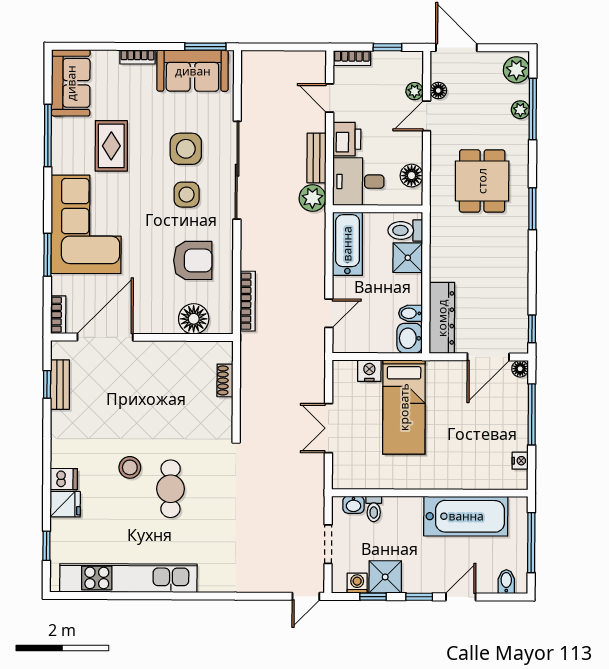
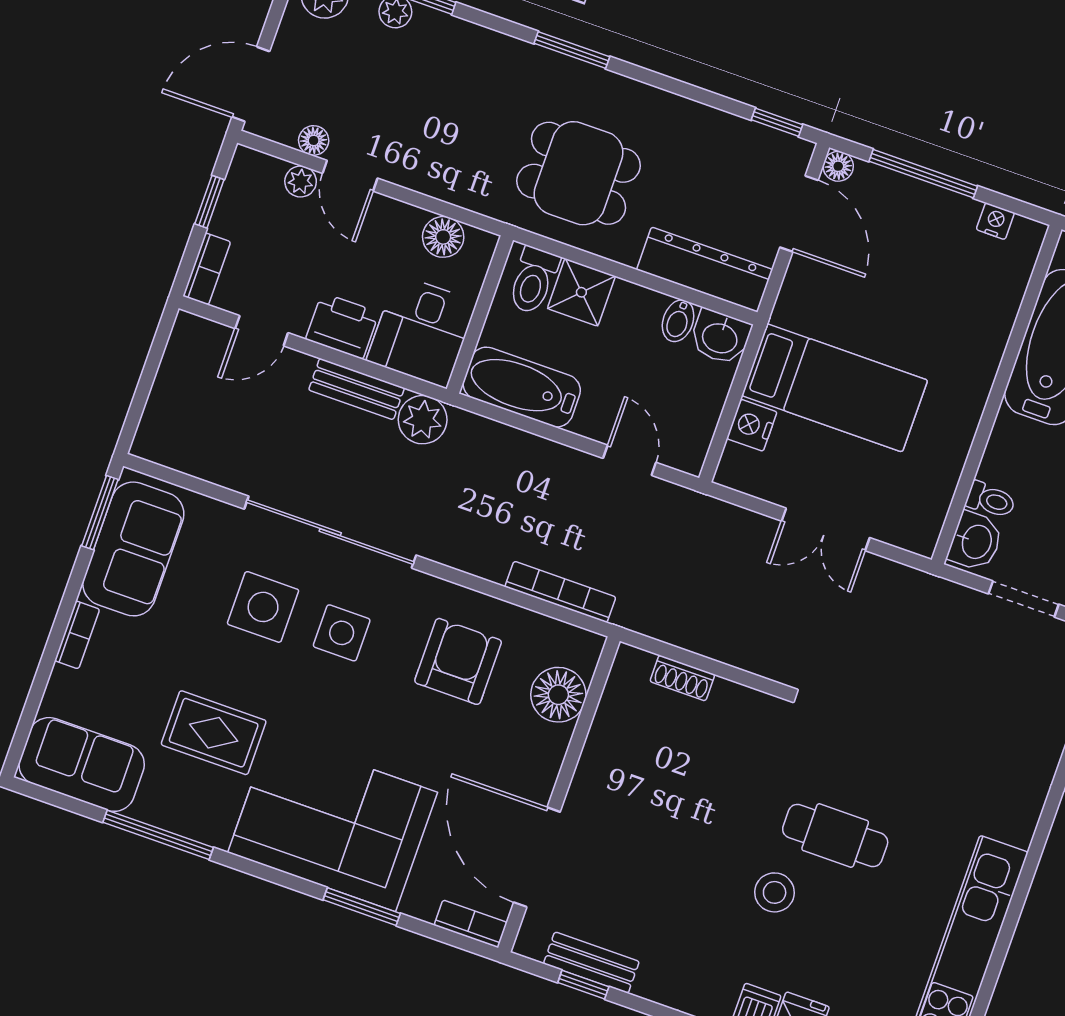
dining table: (482, 181) -> (579, 173), moved
washbasin: (353, 505) -> (976, 541), width x1.38, depth x1.45

